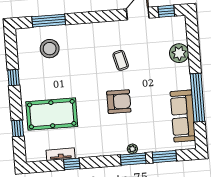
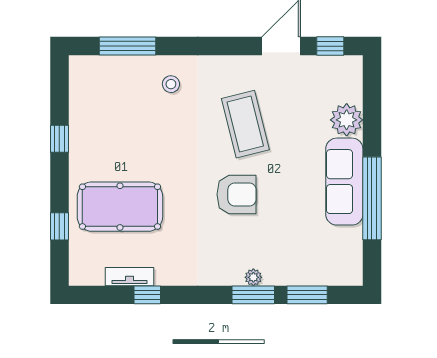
stool: (50, 49) -> (171, 84), moved, width x0.53, depth x0.53
coffee table: (121, 60) -> (245, 124), width x1.86, depth x1.72
sofa: (183, 116) -> (344, 182), moved

